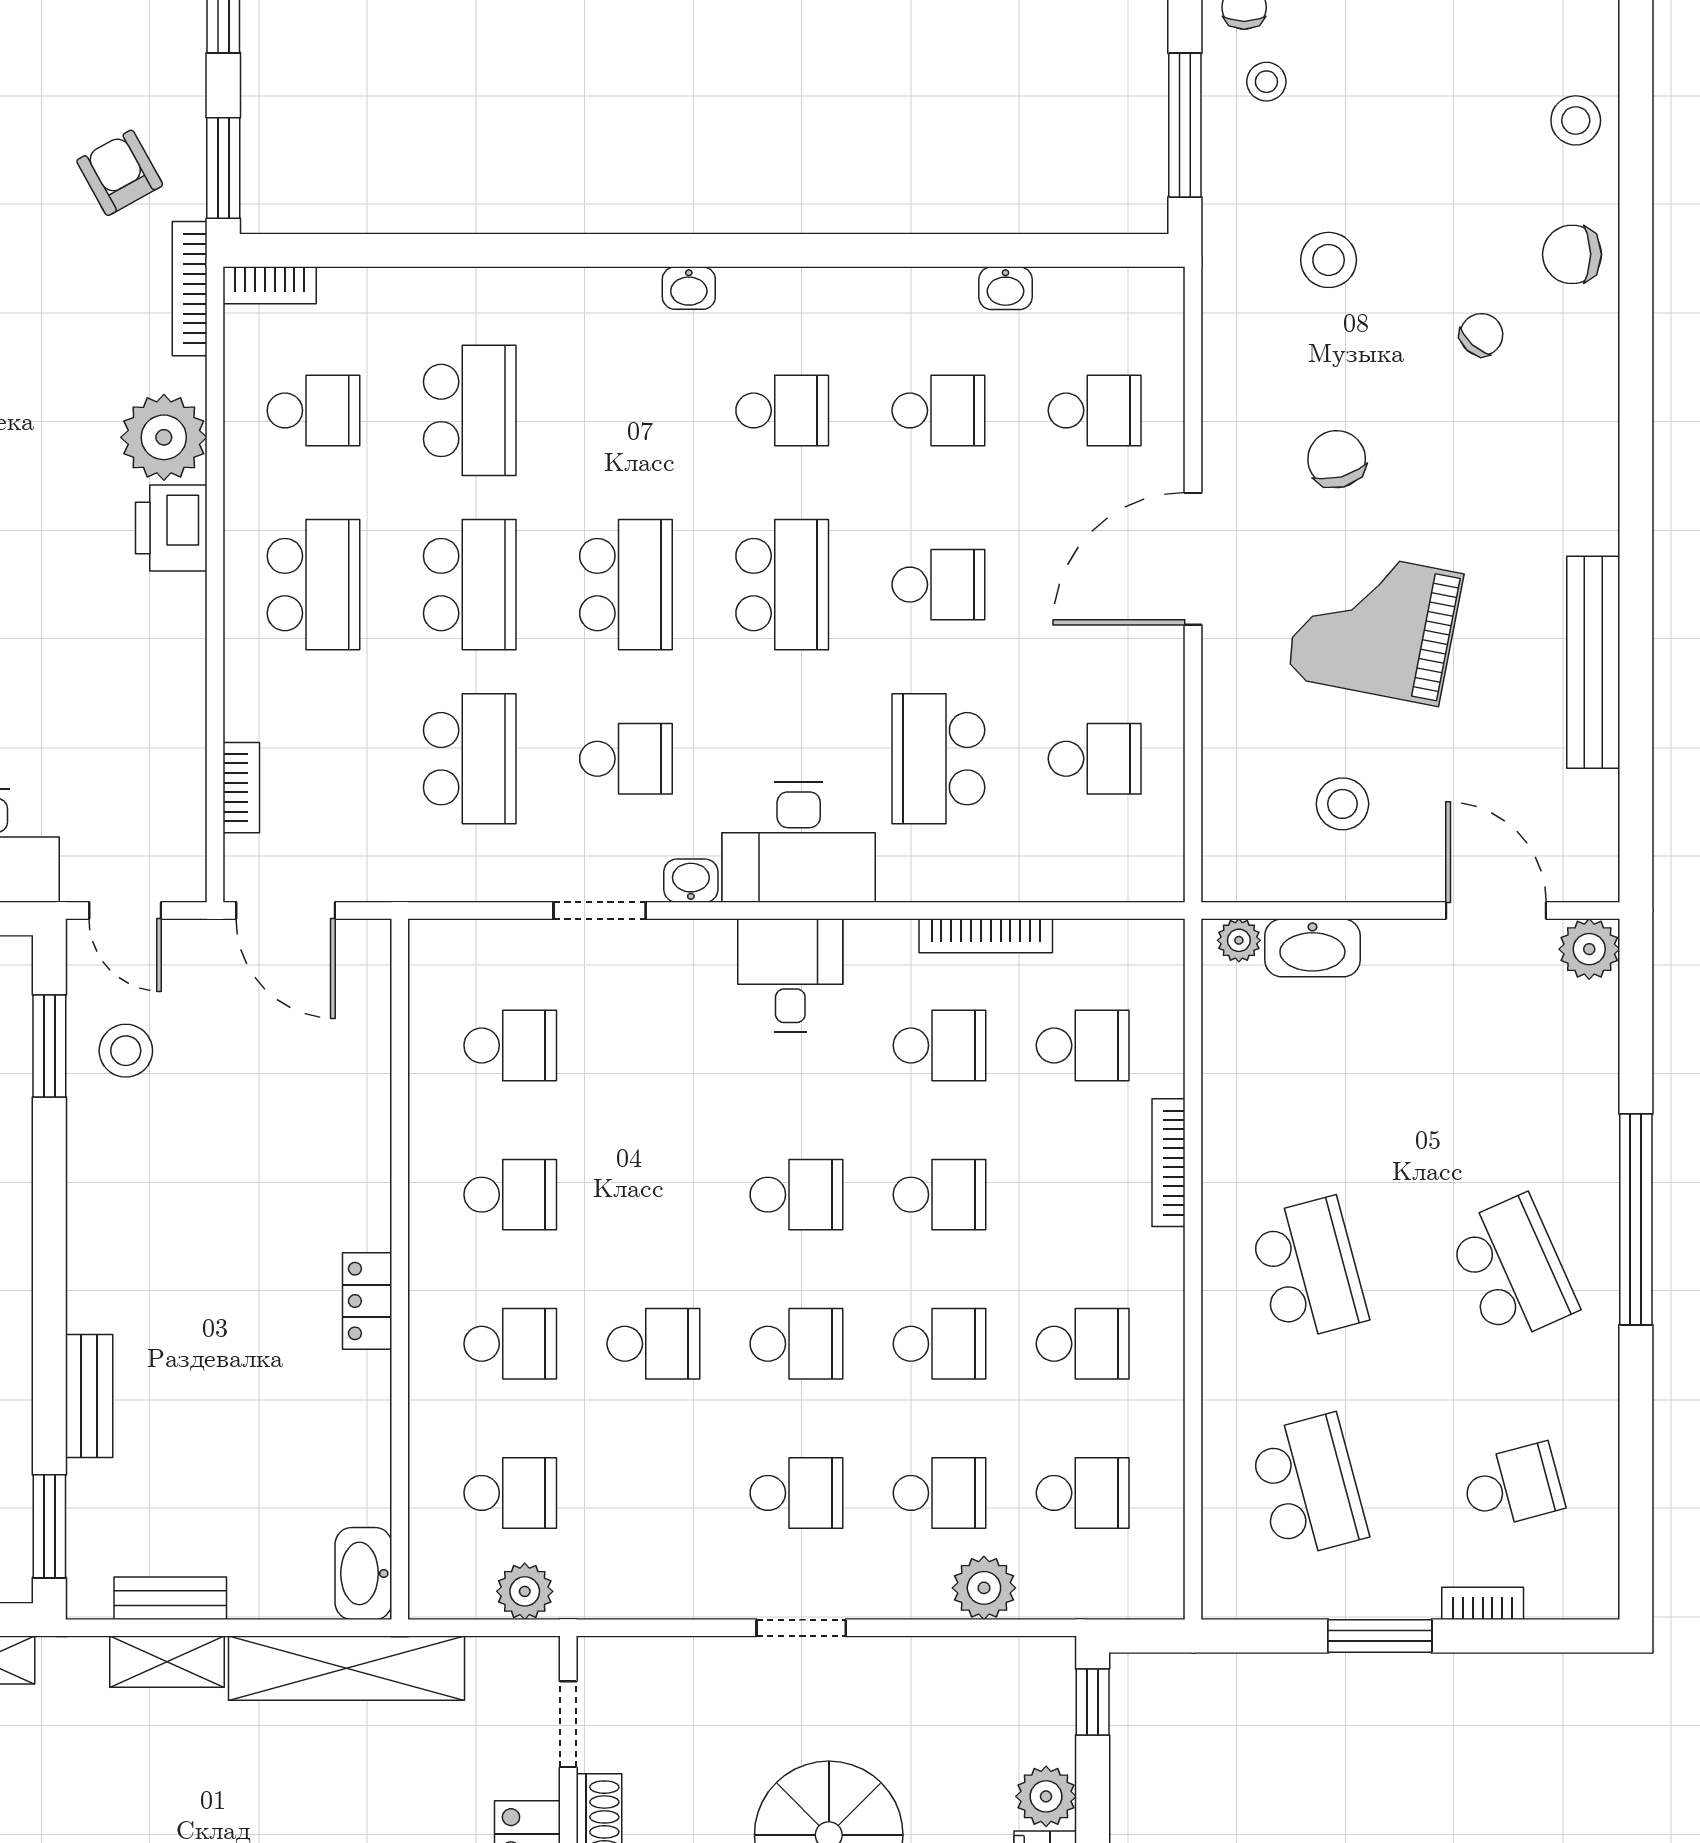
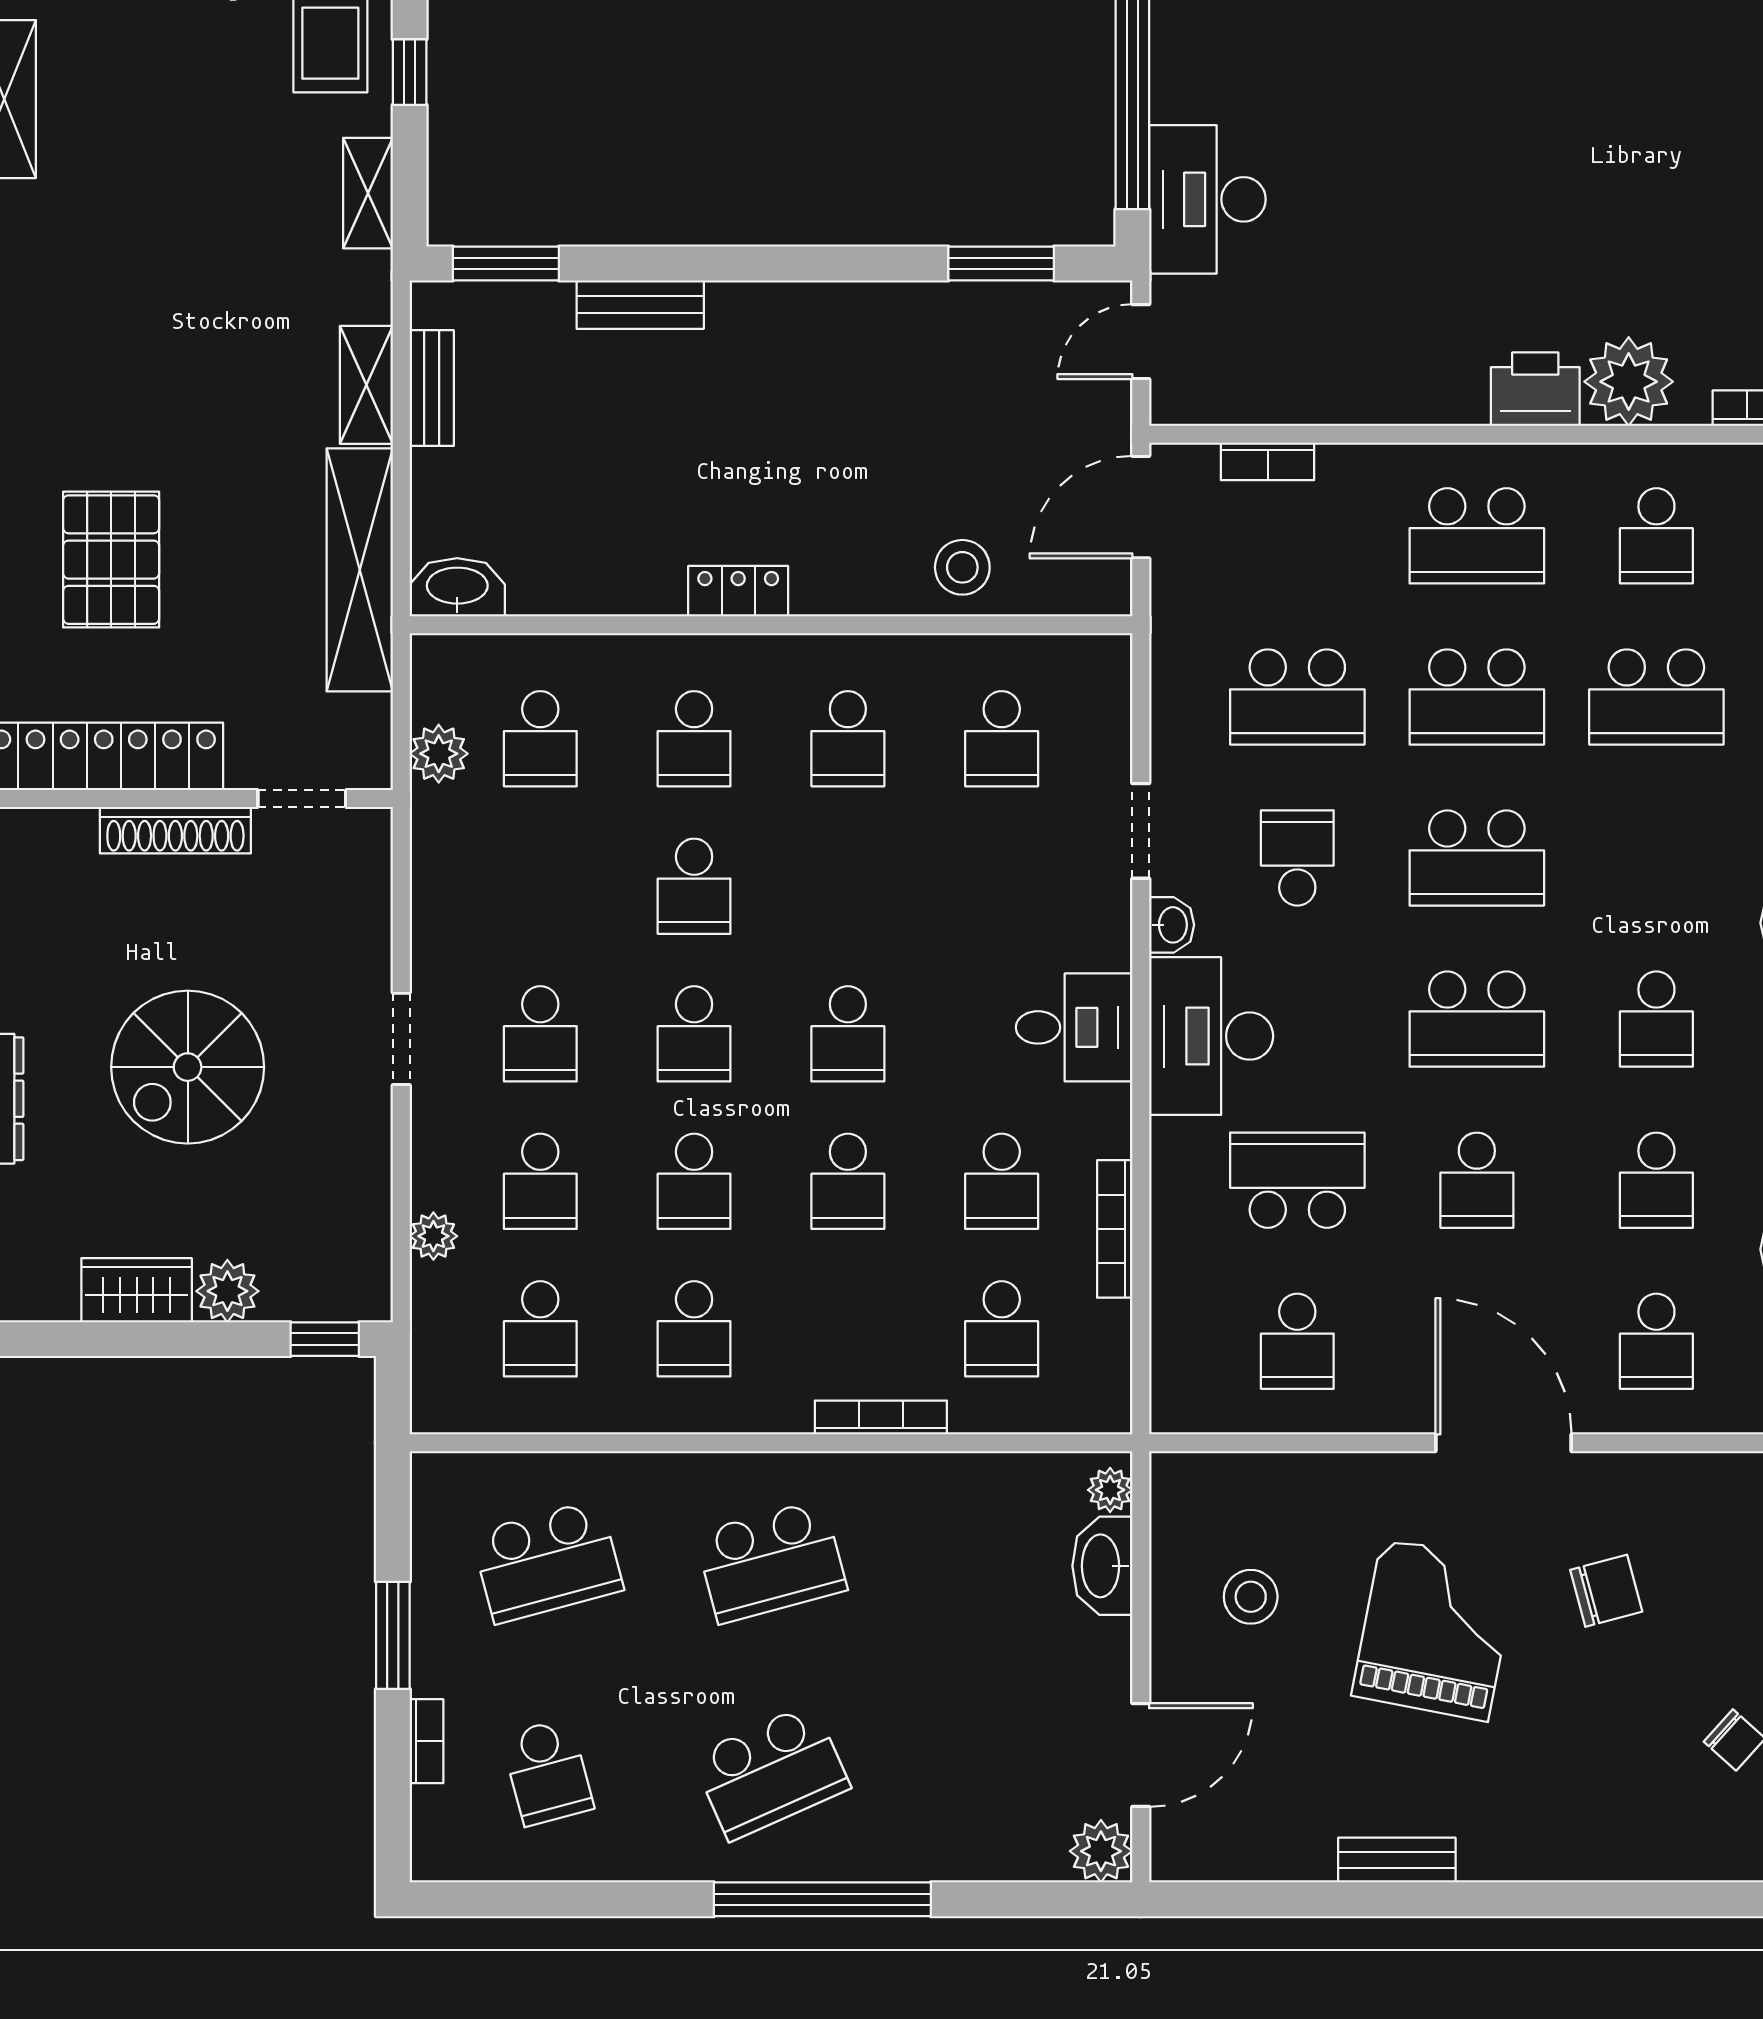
bench: (1593, 662) -> (1397, 1860), width x0.54, depth x0.82
school desk: (626, 759) -> (1297, 858), turned 180
stool: (126, 1051) -> (962, 567), moved
plant: (984, 1588) -> (433, 1236), width x0.73, depth x0.73

